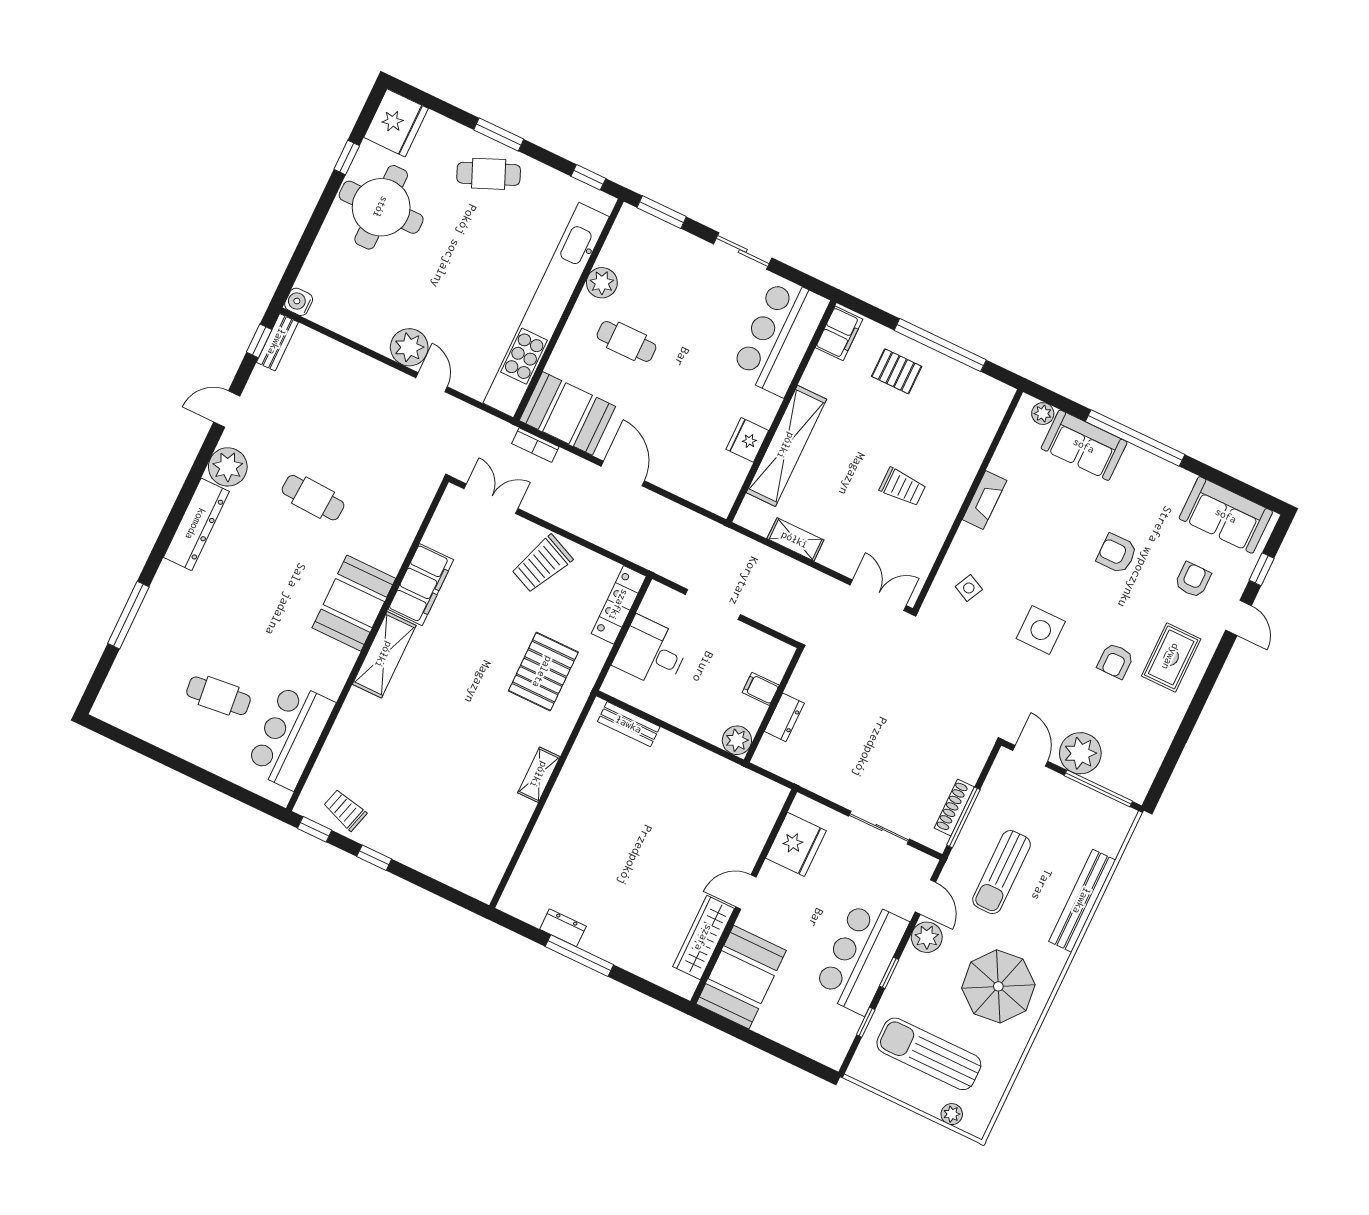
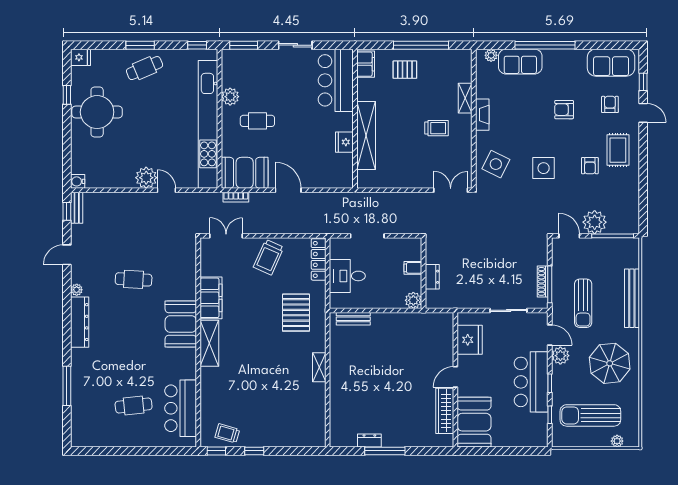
fridge: (396, 123) -> (81, 57), width x0.53, depth x0.75
plant: (228, 467) -> (77, 290), width x0.53, depth x0.53
shelving: (795, 539) -> (465, 98), moved, turned 90
side table: (969, 588) -> (496, 164), width x1.87, depth x1.87

